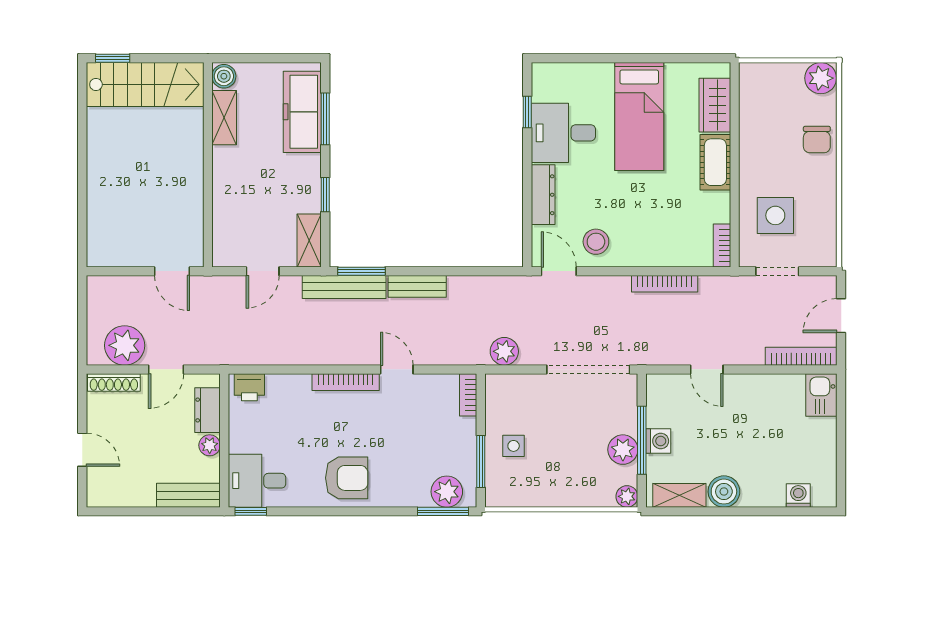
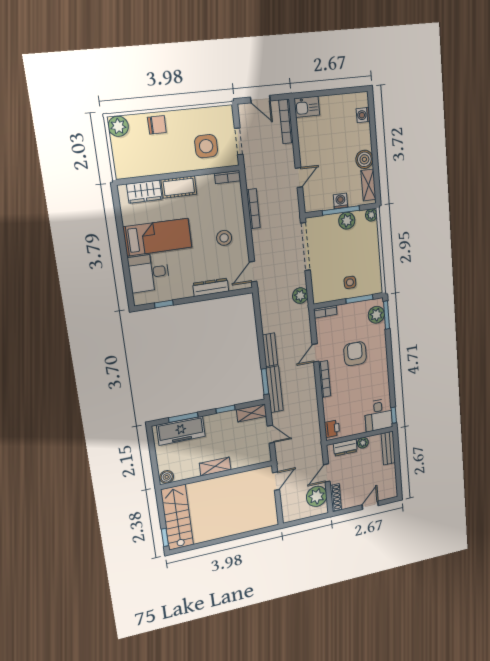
shelving: (224, 118) -> (215, 466), moved
desk: (563, 133) -> (149, 273), moved, turned 90
stool: (596, 242) -> (224, 238), moved
door: (166, 369) -> (327, 473), swing flipped
armchair: (347, 478) -> (355, 354), moved

